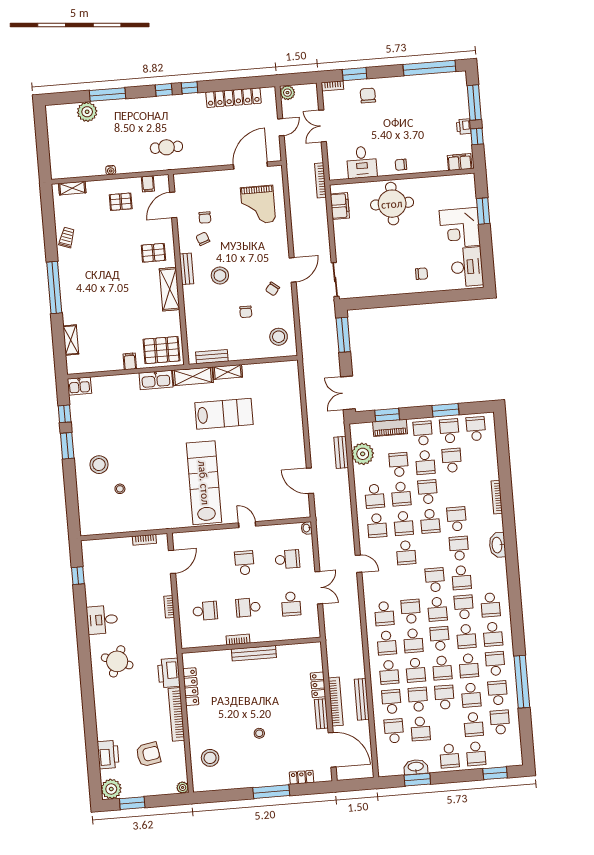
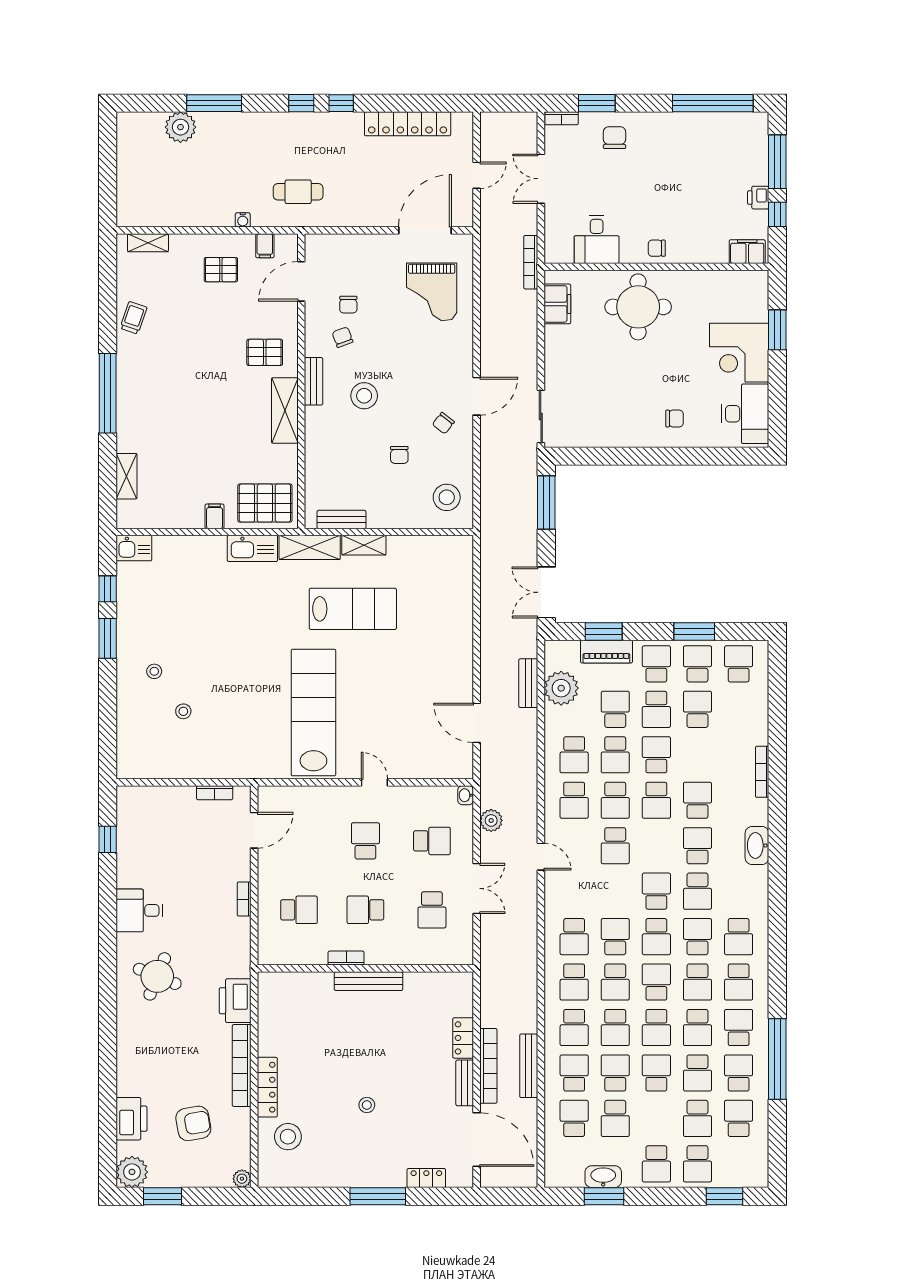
plant: (287, 93) -> (491, 820), moved
water cooler: (111, 170) -> (243, 220), moved
stool: (99, 465) -> (154, 671), width x0.53, depth x0.53
locker: (191, 687) -> (267, 1087), moved

